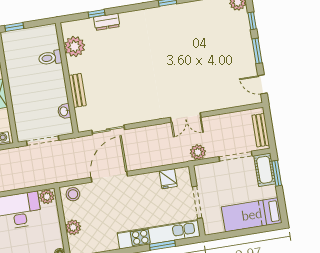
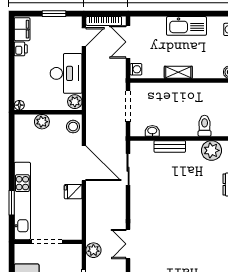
fridge: (168, 179) -> (73, 192), moved

